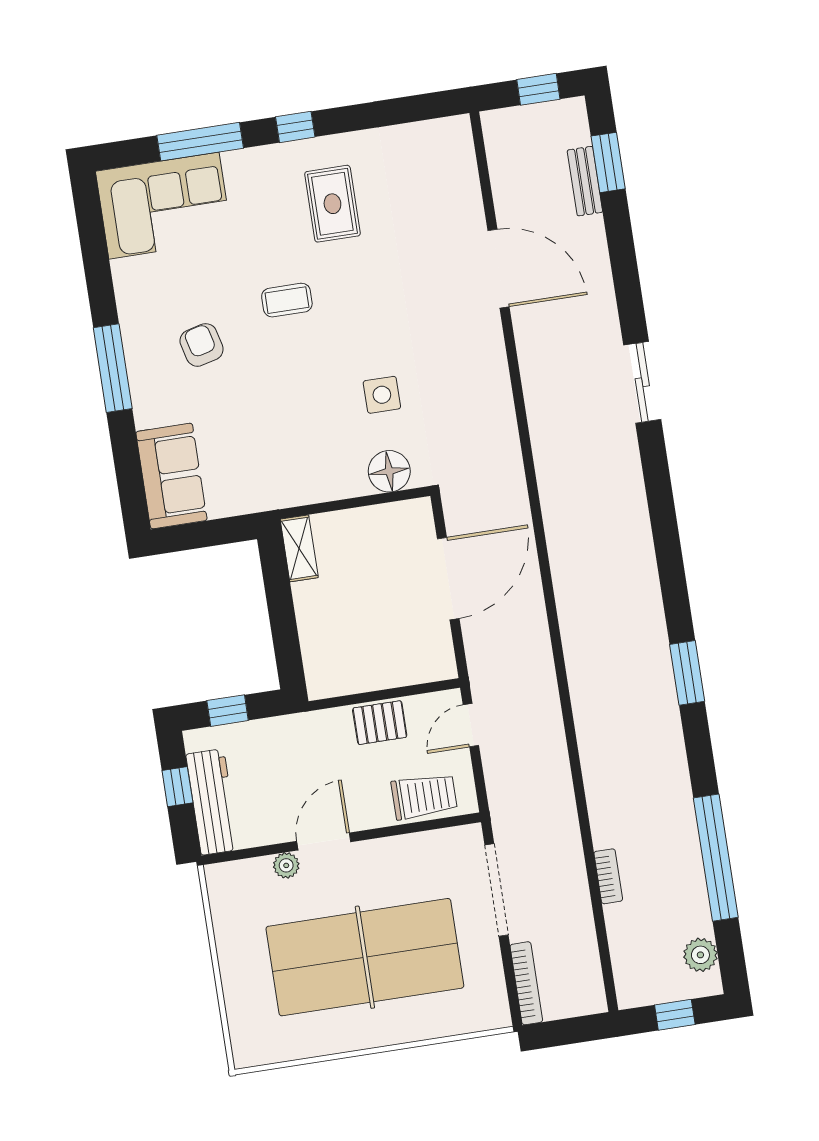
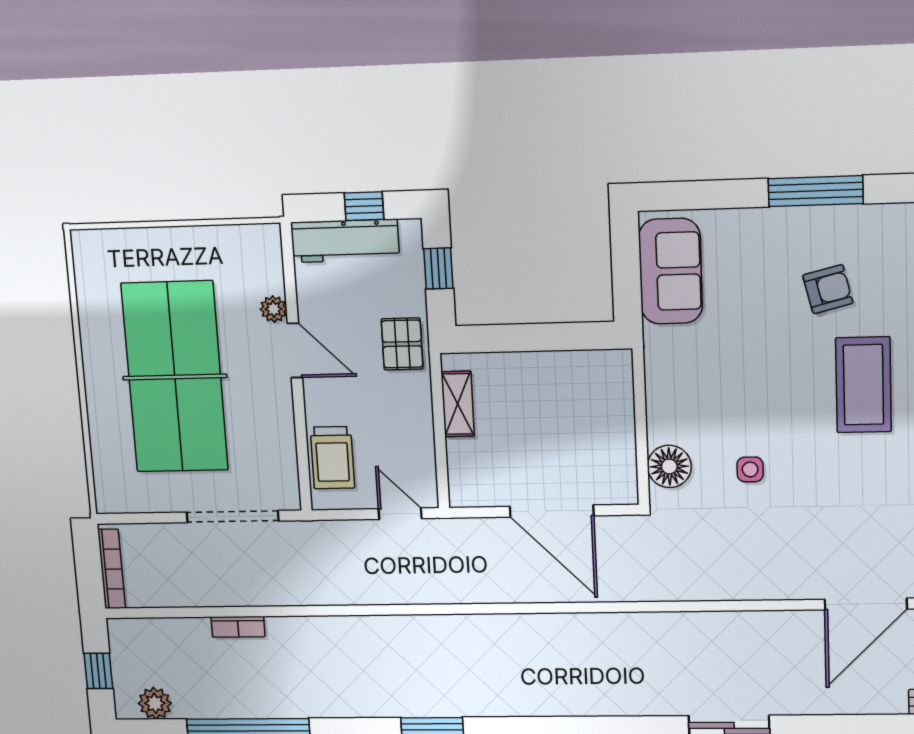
coffee table: (287, 300) -> (863, 385), width x1.86, depth x1.72
side table: (382, 395) -> (750, 469), width x0.73, depth x0.73
sofa: (171, 476) -> (671, 271), moved, turned -90
shelving: (299, 548) -> (458, 404), moved, turned 90
pallet: (380, 723) -> (402, 344), moved
bookcase: (526, 983) -> (112, 569), moved, turned -90

